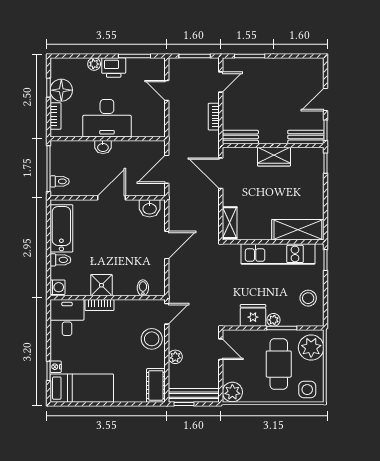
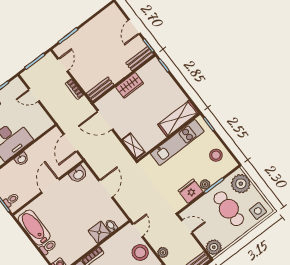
shower: (101, 285) -> (99, 232), moved

